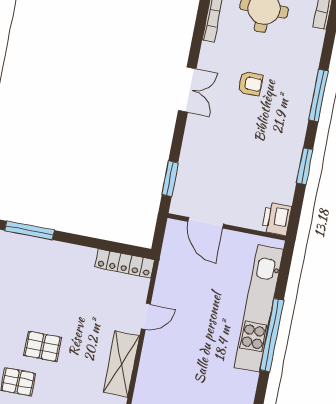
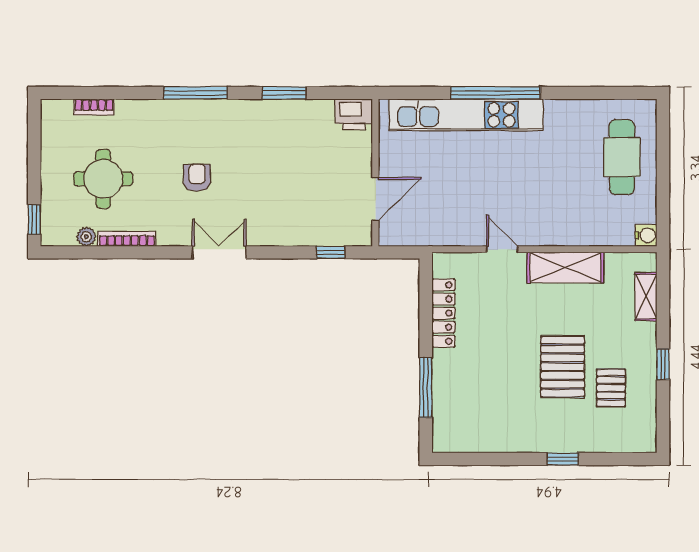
window: (170, 179) -> (331, 252), width x0.67
window: (29, 230) -> (426, 387), moved
locker: (124, 263) -> (443, 313), moved
pallet: (43, 346) -> (563, 367), width x1.50, depth x1.42

